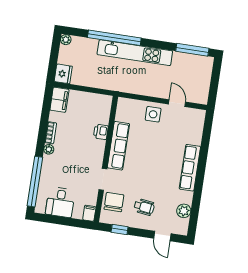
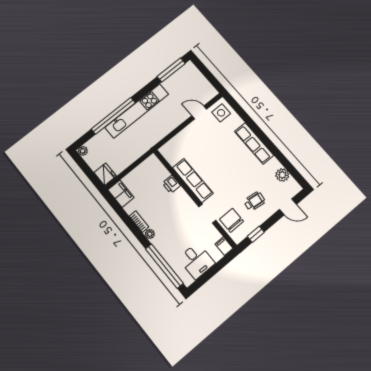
side table: (153, 114) -> (221, 113), moved

